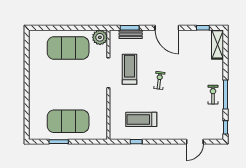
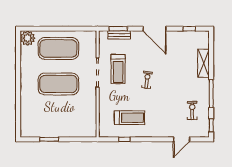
plant: (100, 37) -> (28, 38), moved
shelving: (218, 44) -> (204, 63), moved
treadmill: (130, 69) -> (118, 69), turned 180
exercise bike: (213, 95) -> (192, 110), moved
treadmill: (141, 119) -> (129, 118), turned 180
exercise mat: (68, 121) -> (58, 84), moved

